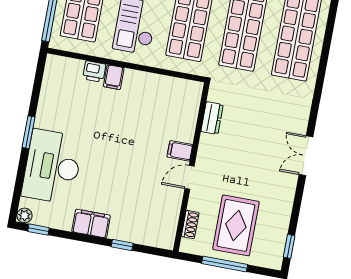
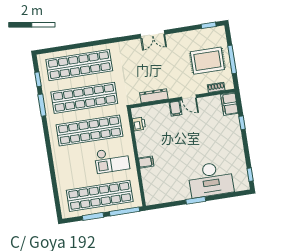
printer: (94, 72) -> (139, 124), moved
dresser: (212, 118) -> (154, 96), width x1.44
plant: (24, 215) -> (245, 186), removed
filing cabinet: (91, 224) -> (229, 104), moved

